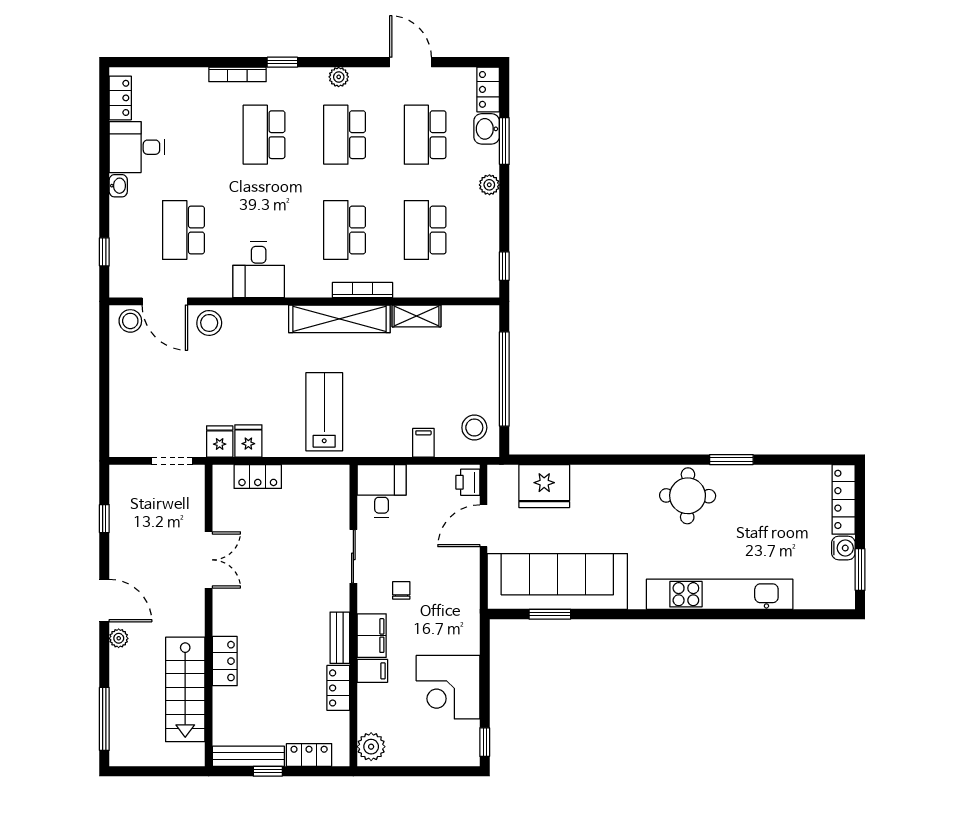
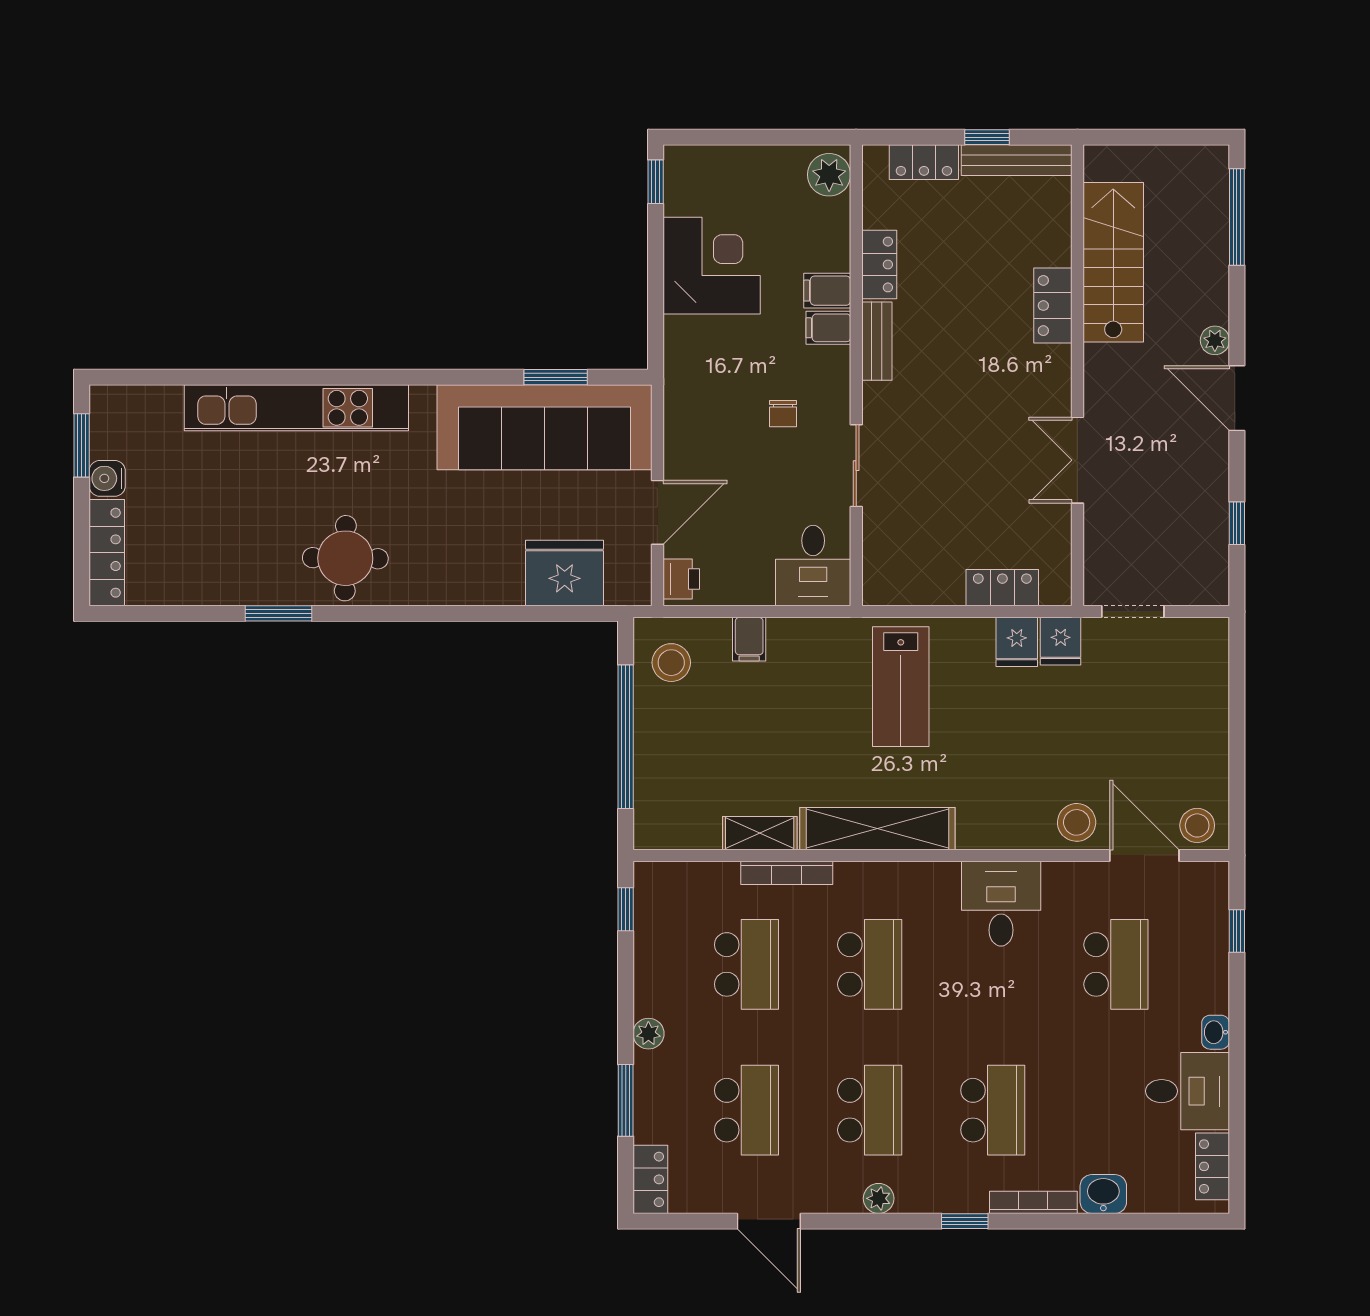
washbasin: (487, 129) -> (1103, 1194), moved, turned -90
bookcase: (362, 290) -> (787, 873), moved
filing cabinet: (372, 636) -> (828, 328), width x0.50

